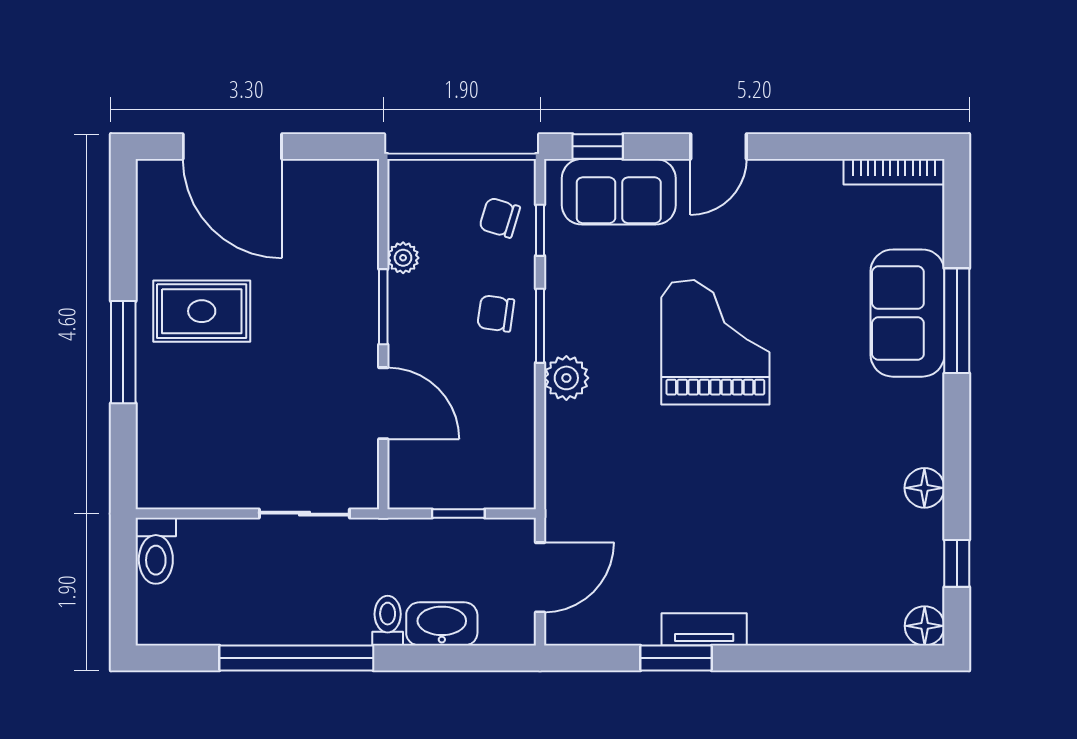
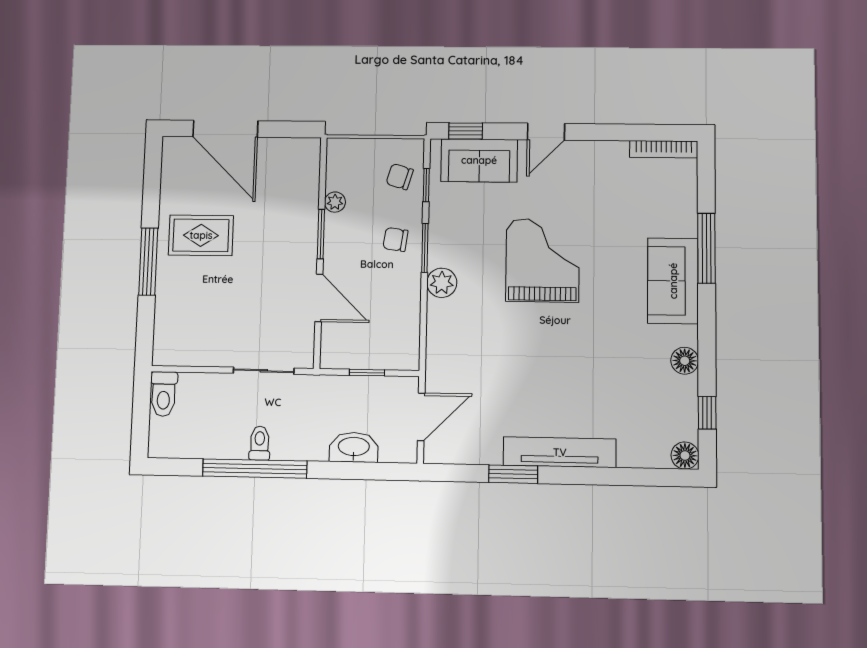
sofa: (907, 313) -> (673, 281), moved
toilet: (388, 621) -> (260, 443), moved
tv unit: (704, 629) -> (560, 452), width x1.92, depth x1.29

